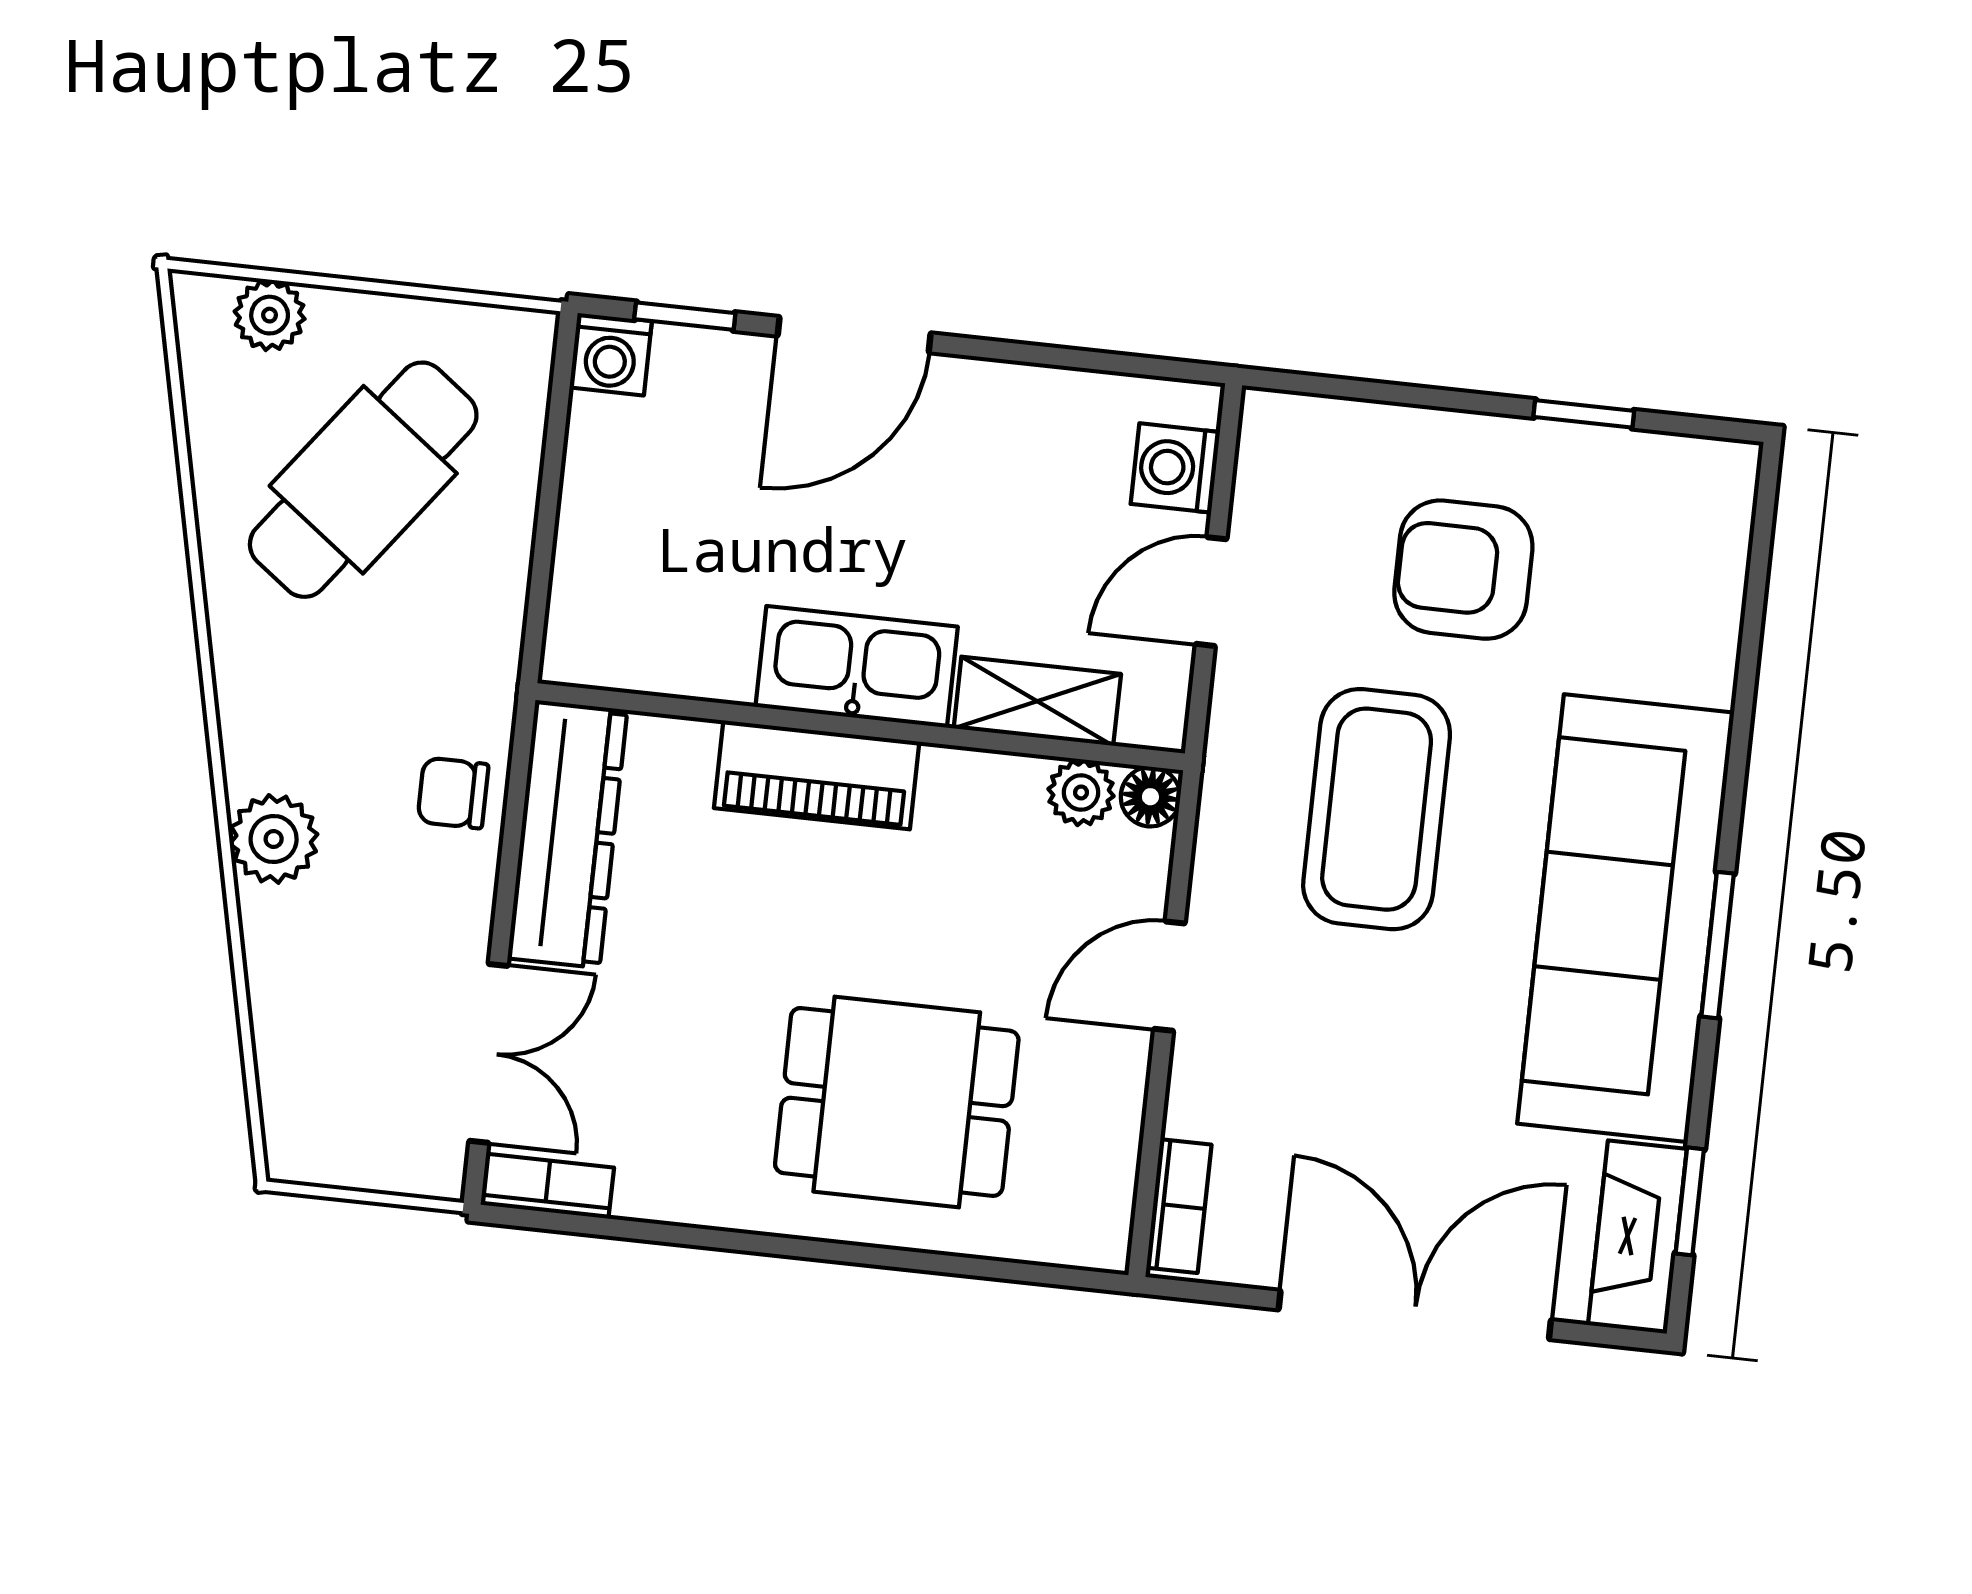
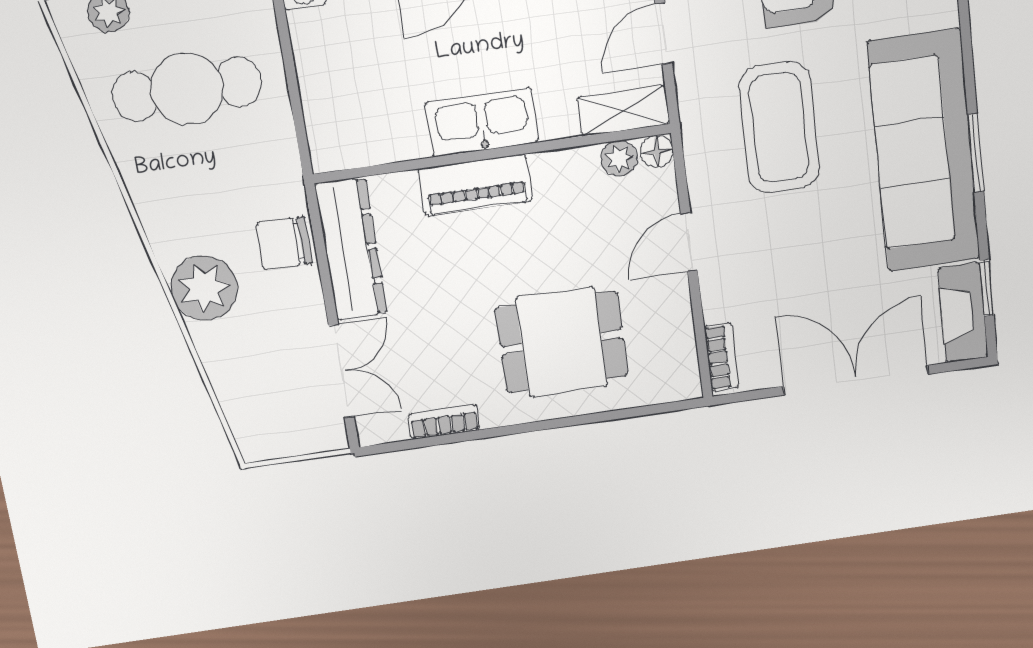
cafe table: (363, 480) -> (187, 89), turned 53
shelving: (1037, 701) -> (624, 110), moved
chair: (453, 793) -> (284, 243), width x1.37, depth x1.37
plant: (274, 839) -> (204, 288), width x1.36, depth x1.36
bookcase: (547, 1186) -> (444, 422), moved

